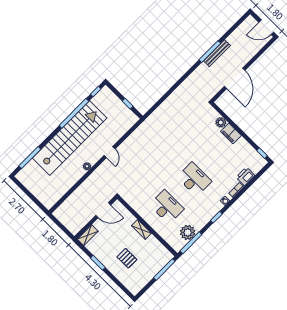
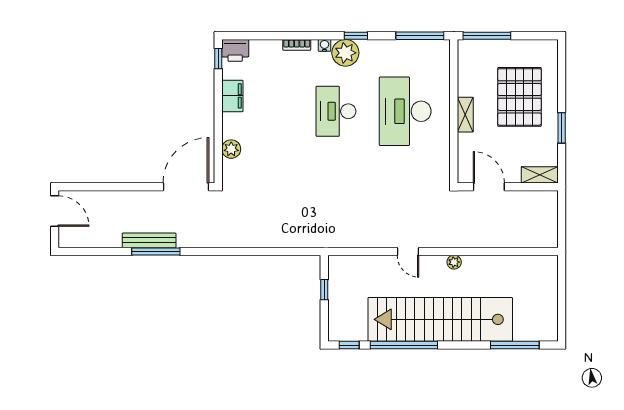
door: (235, 78) -> (186, 187), moved
filing cabinet: (231, 133) -> (232, 96), moved
door: (110, 152) -> (408, 252), swing flipped
printer: (245, 176) -> (235, 50), moved
desk: (167, 207) -> (405, 111), width x1.36, depth x1.30
plant: (188, 232) -> (345, 53), moved
pallet: (127, 258) -> (520, 97), width x2.05, depth x2.00

